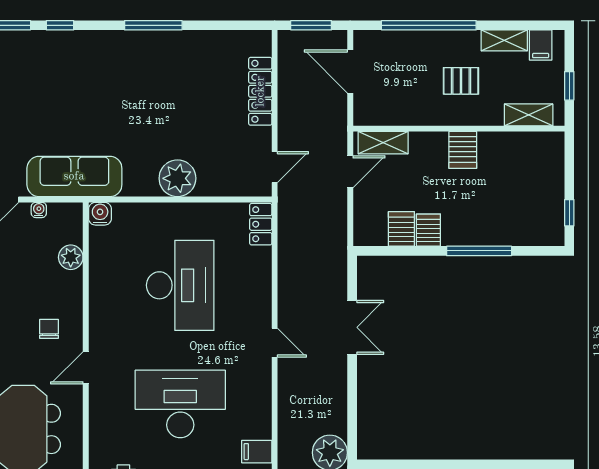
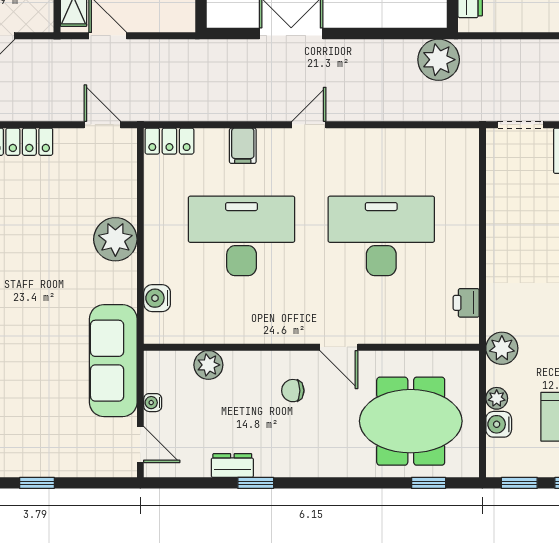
water cooler: (100, 214) -> (157, 298), moved
desk: (180, 404) -> (381, 236), turned 90
filing cabinet: (257, 452) -> (243, 146), moved

